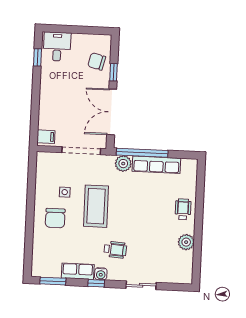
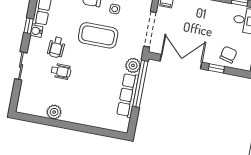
wheelchair: (183, 209) -> (61, 71), moved

